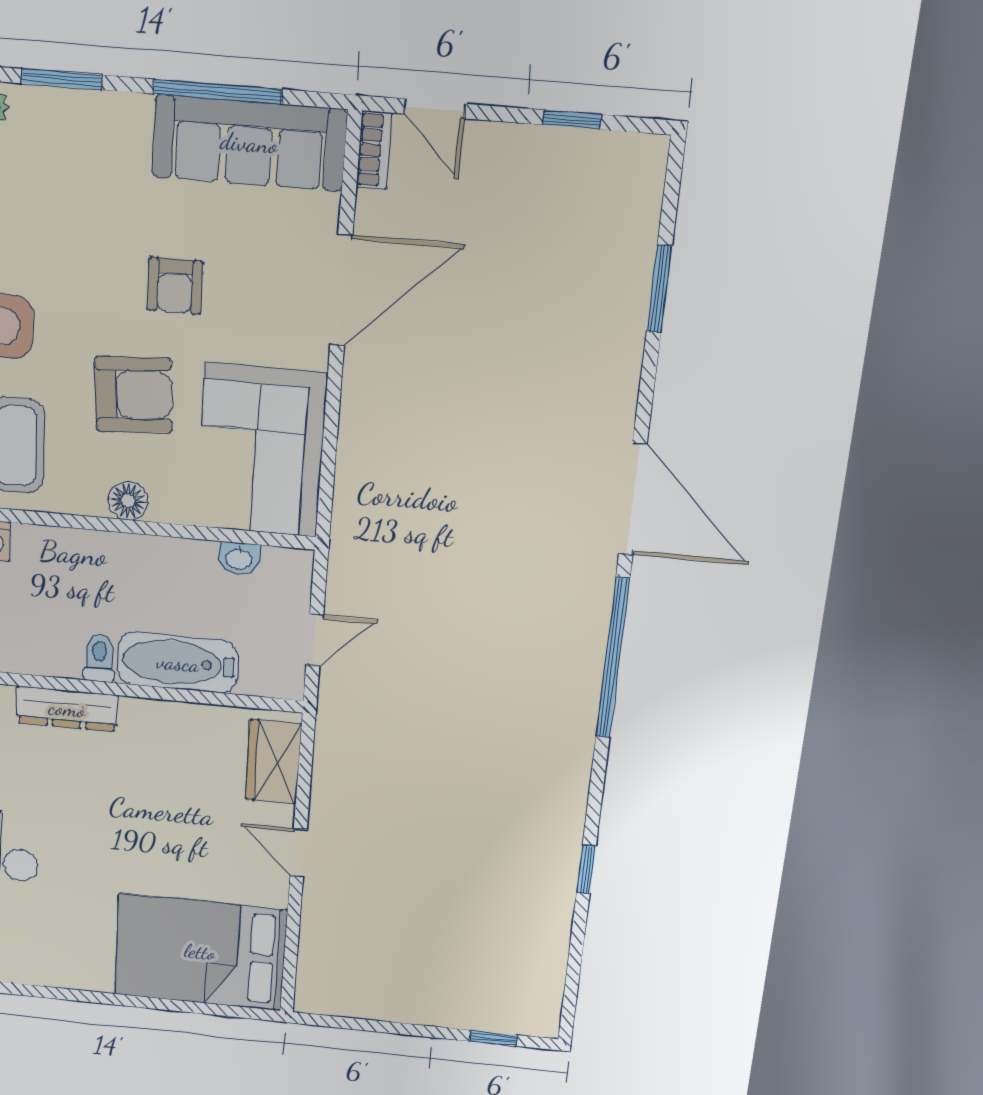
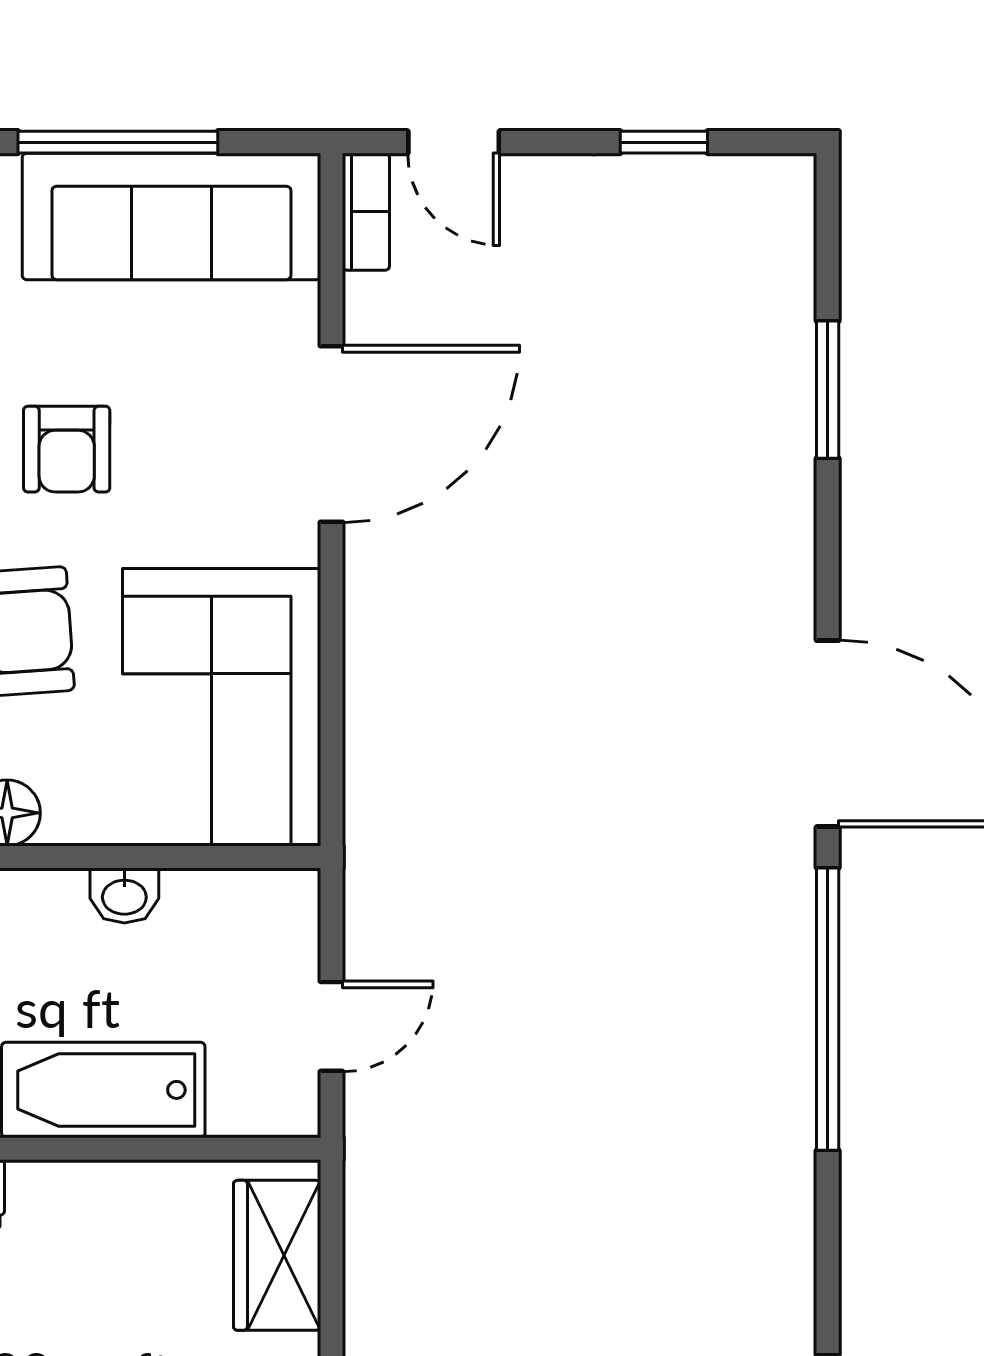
washbasin: (239, 559) -> (124, 896), moved

